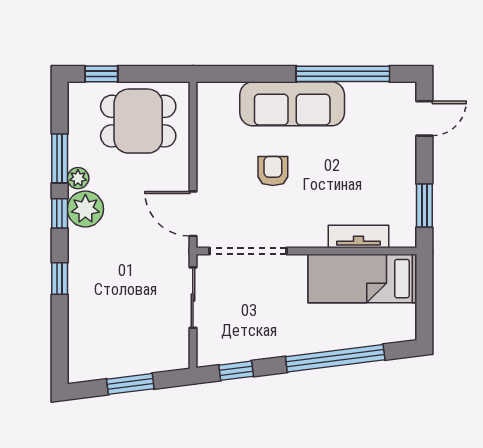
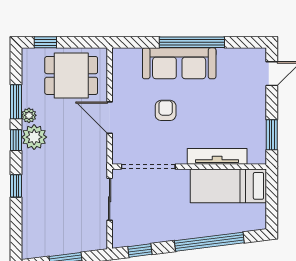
window: (343, 74) -> (192, 42), moved
door: (193, 214) -> (110, 118), moved
tv unit: (359, 237) -> (217, 156), width x1.41

